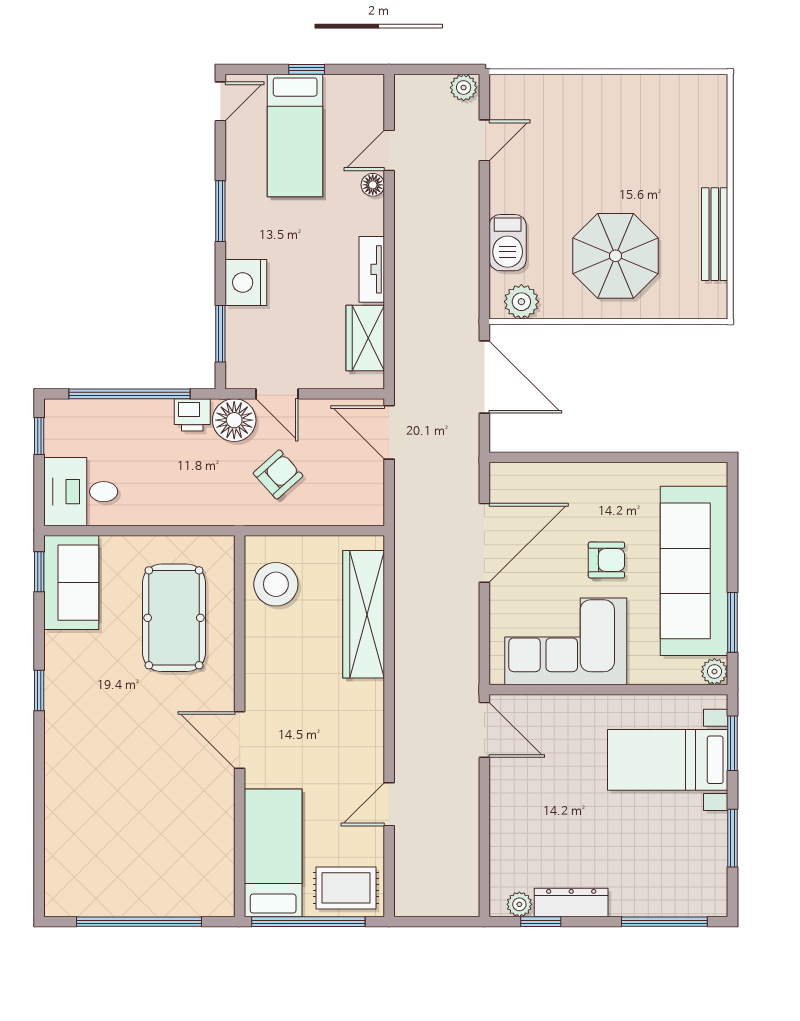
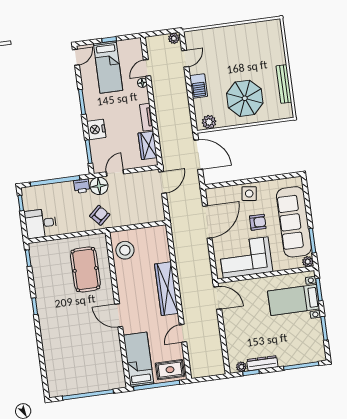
barbecue: (508, 243) -> (198, 86), moved
door: (277, 394) -> (115, 173), swing flipped
door: (389, 432) -> (163, 182), swing flipped
armchair: (278, 474) -> (100, 215), moved
side table: (595, 488) -> (249, 194), added
sofa: (71, 583) -> (42, 261), removed
wardrobe: (364, 614) -> (166, 289), moved

